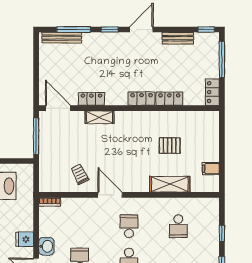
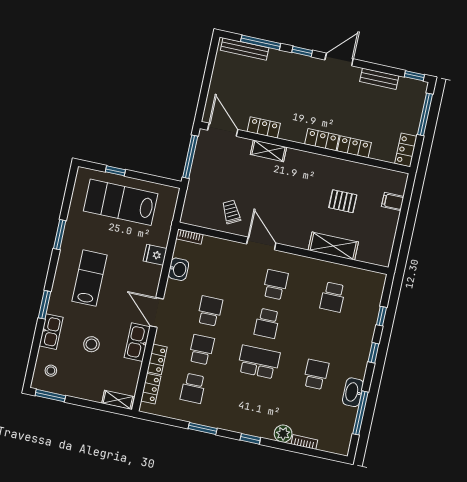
filing cabinet: (211, 169) -> (393, 202), moved
fridge: (25, 239) -> (155, 255), moved
washbasin: (46, 246) -> (178, 269), moved

